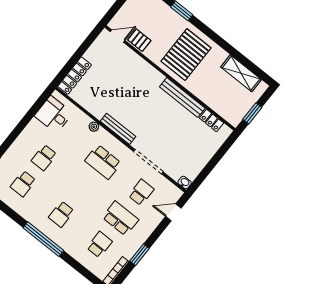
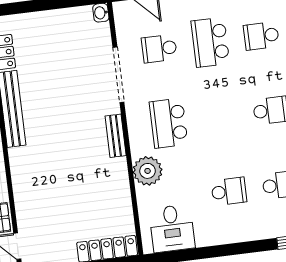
plant: (94, 127) -> (148, 171), width x1.87, depth x1.87
bench: (118, 129) -> (116, 136), width x0.73
school desk: (103, 162) -> (169, 123), turned 180

